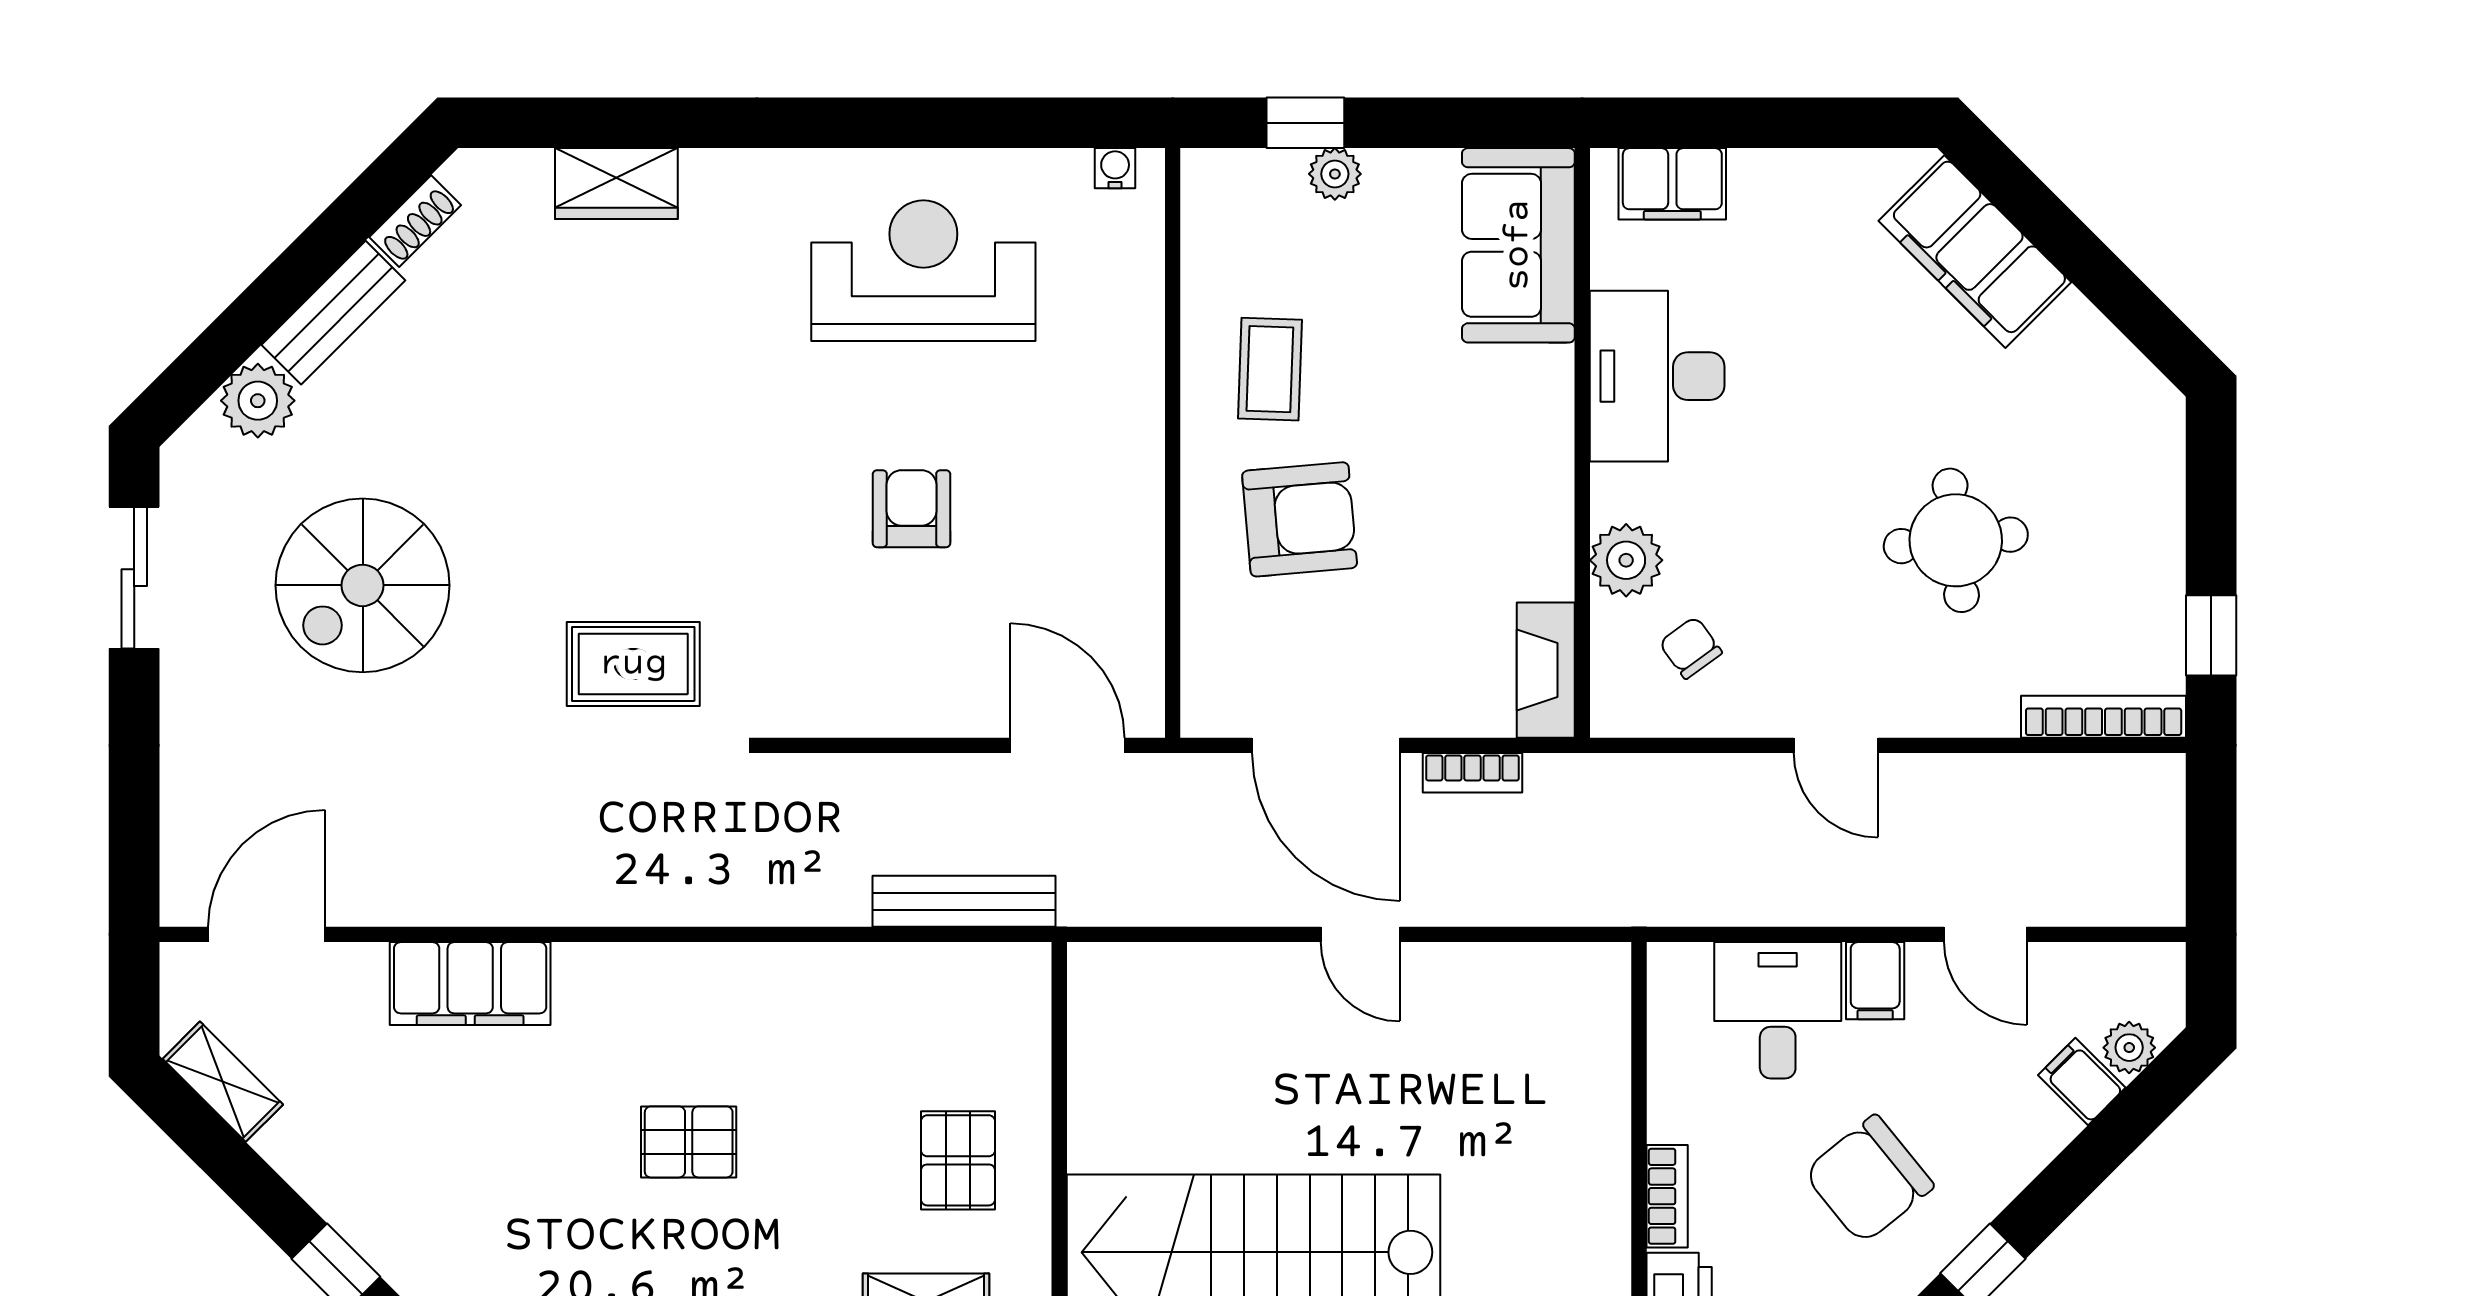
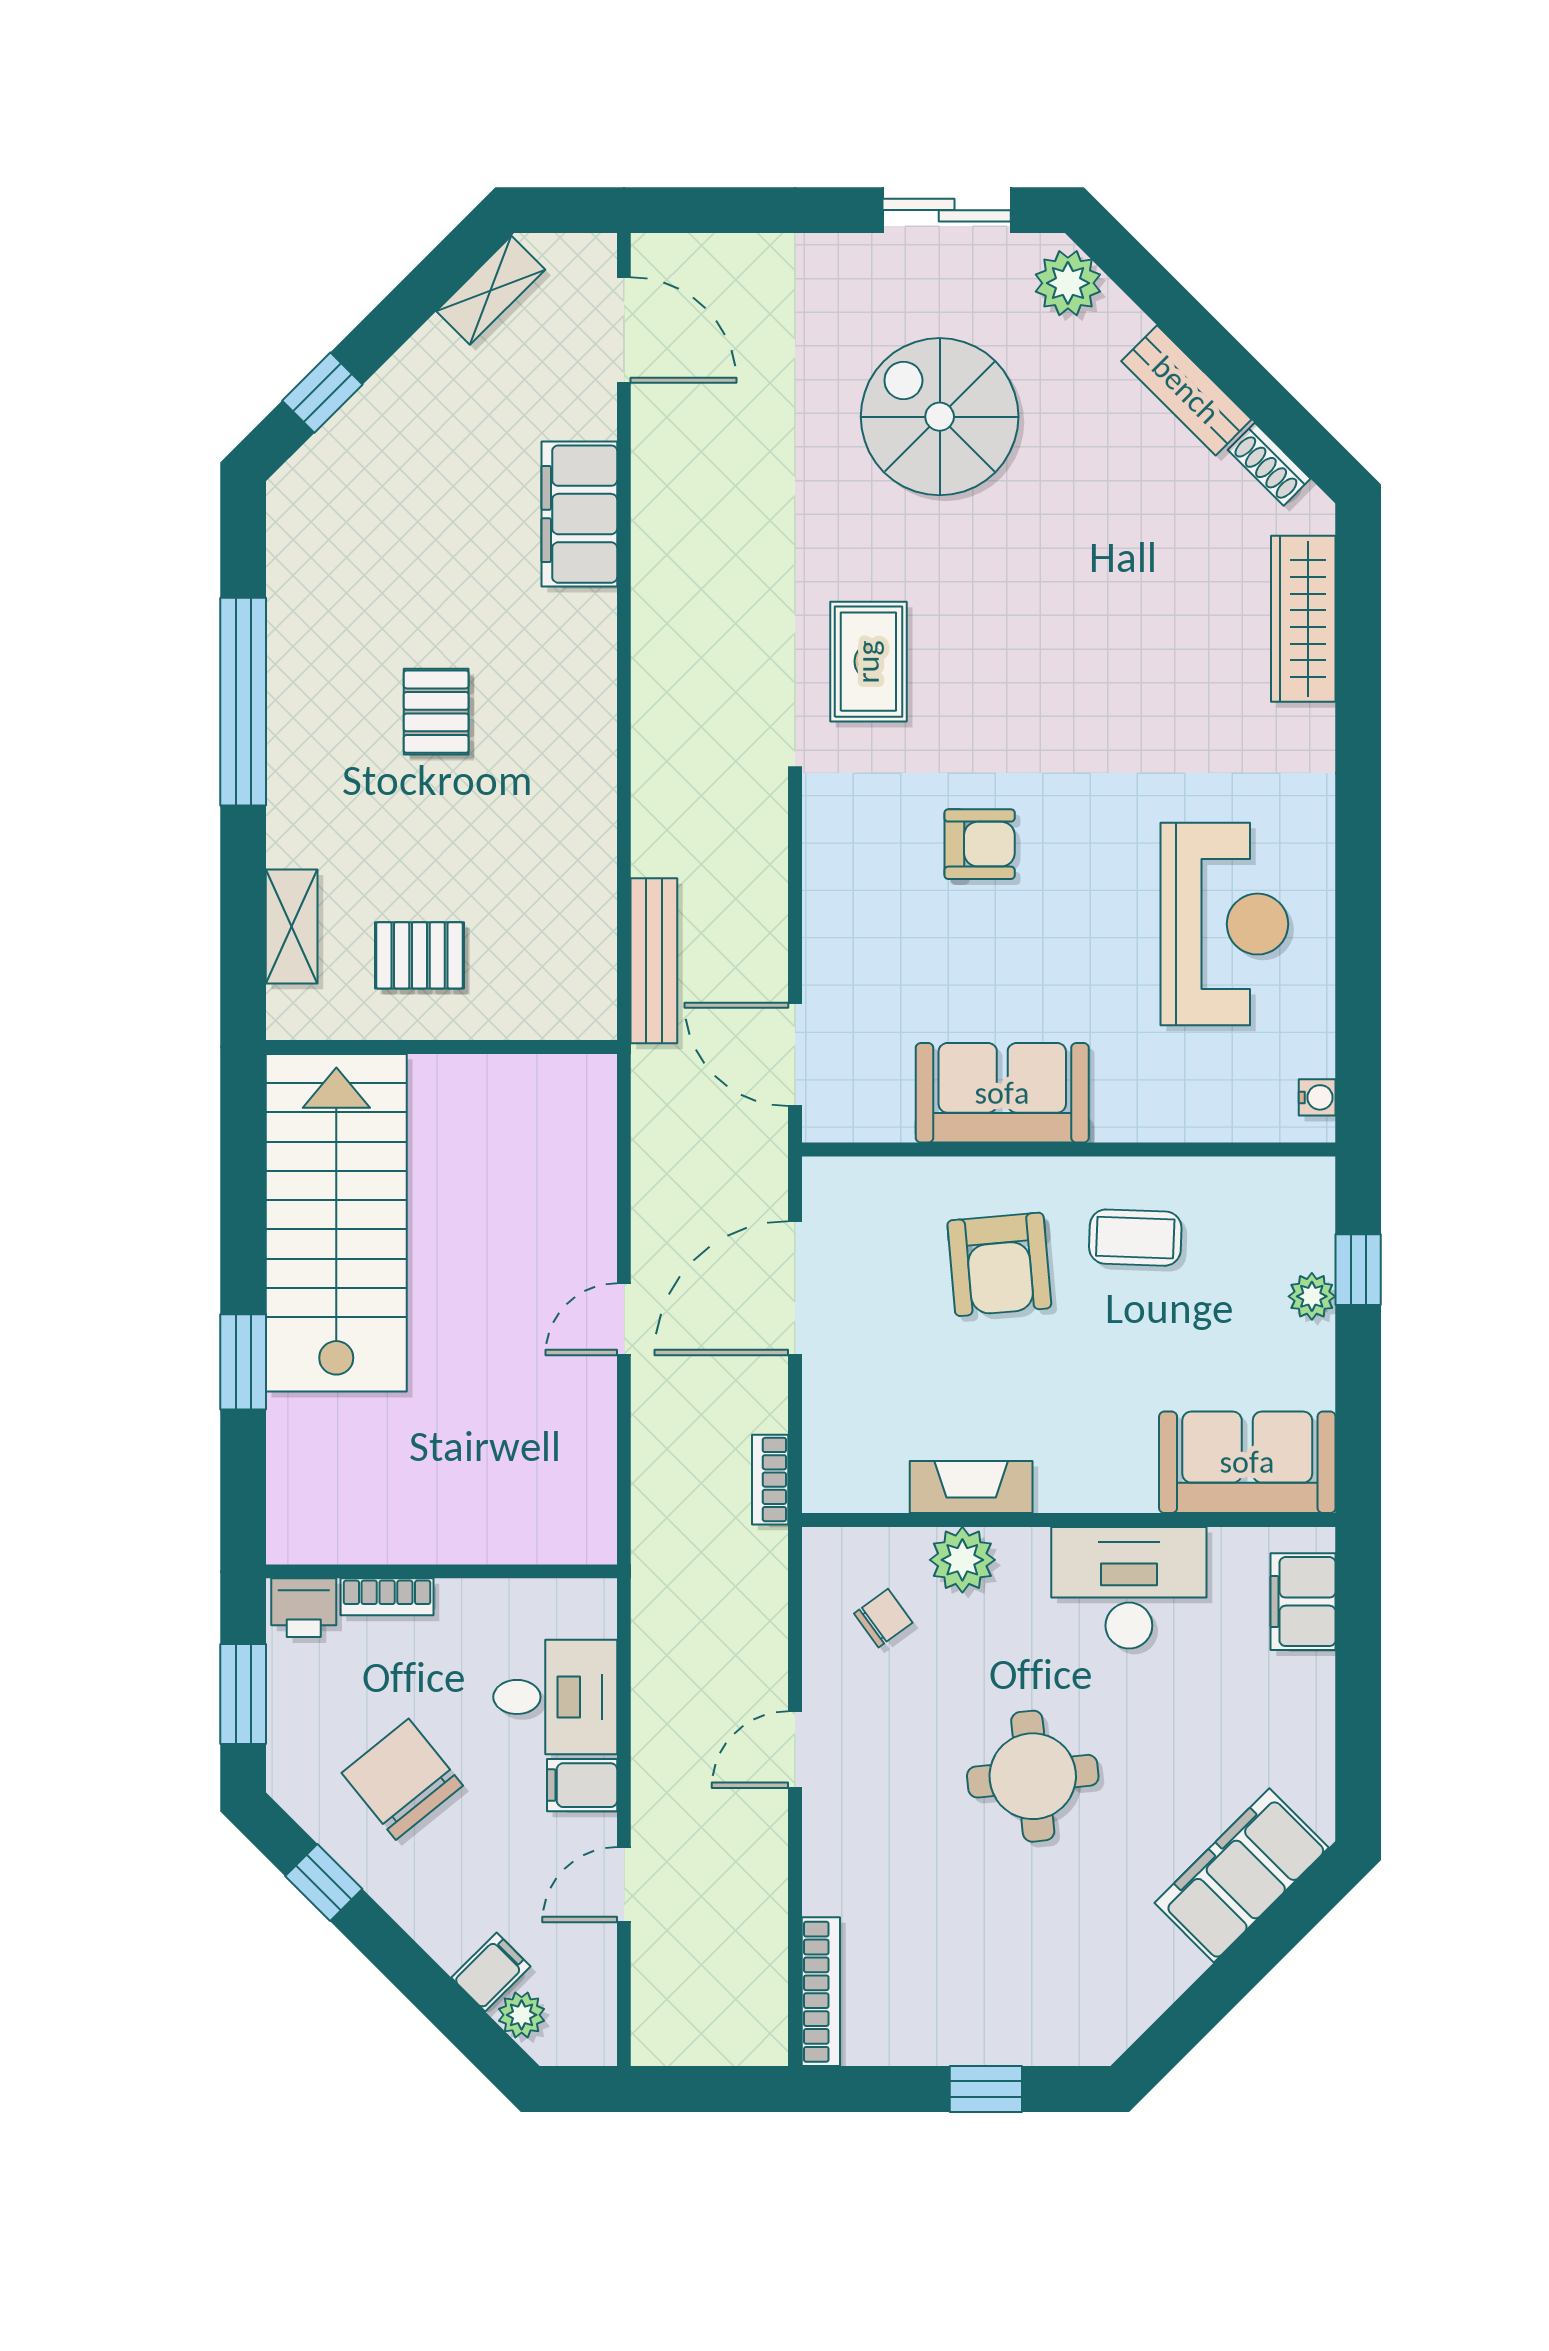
wardrobe: (616, 183) -> (1303, 619), width x1.50
plant: (258, 401) -> (1068, 283), moved
armchair: (911, 509) -> (980, 844), moved
sofa: (1110, 516) -> (1002, 1093), added
round table: (1956, 540) -> (1033, 1776), moved
window: (2211, 635) -> (986, 2089), moved
fireplace: (1546, 670) -> (971, 1487), moved
door: (1067, 745) -> (795, 1054), swing flipped
bookcase: (1472, 773) -> (770, 1480), moved

